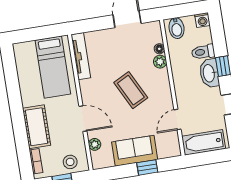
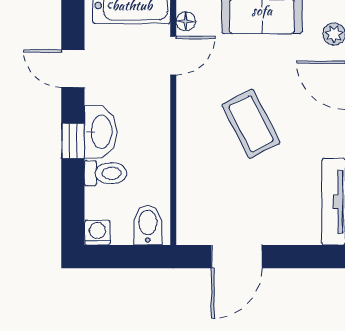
floor lamp: (159, 49) -> (186, 21), moved
plant: (160, 62) -> (188, 168), removed

